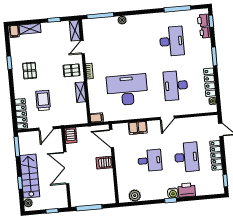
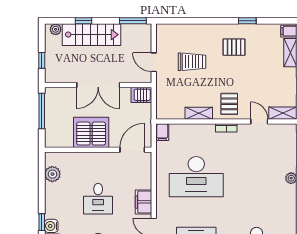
desk: (127, 90) -> (196, 177), turned 90
locker: (21, 114) -> (177, 30), removed
filing cabinet: (138, 128) -> (144, 202), moved
server rack: (104, 163) -> (91, 132), width x2.18, depth x1.44
double door: (66, 168) -> (98, 85), swing flipped

